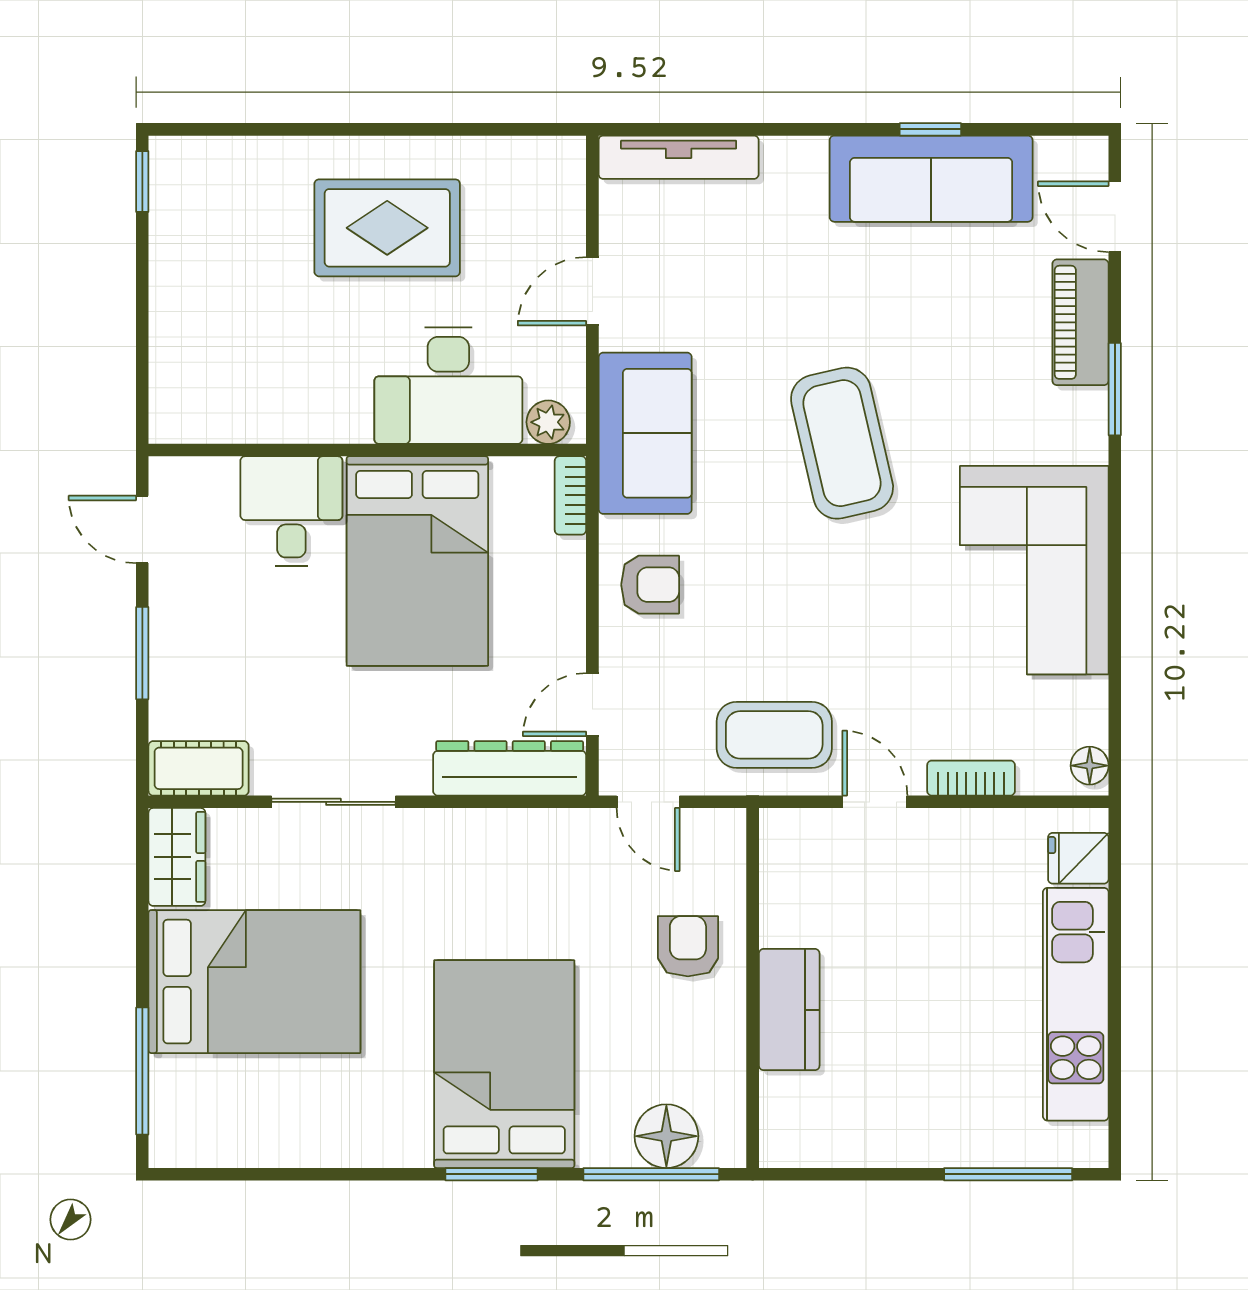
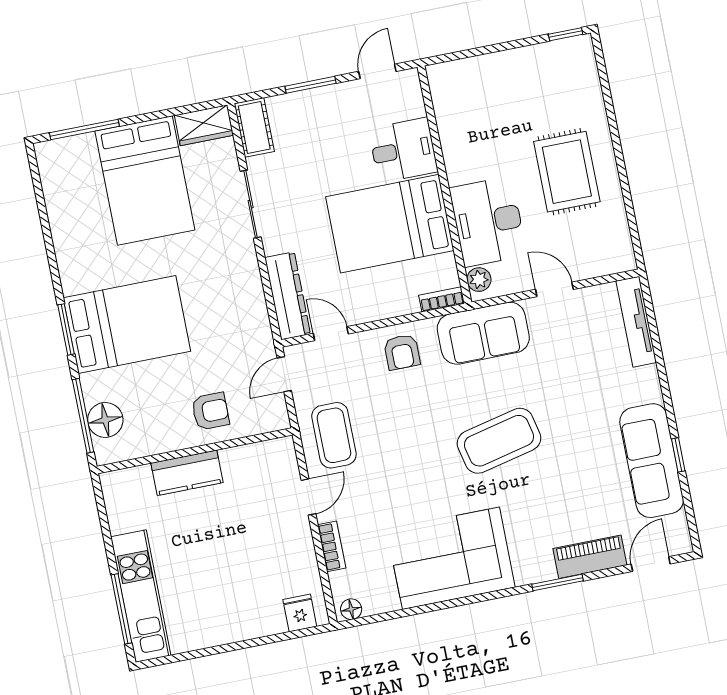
kitchen unit: (1076, 1004) -> (141, 596), moved, turned 90

